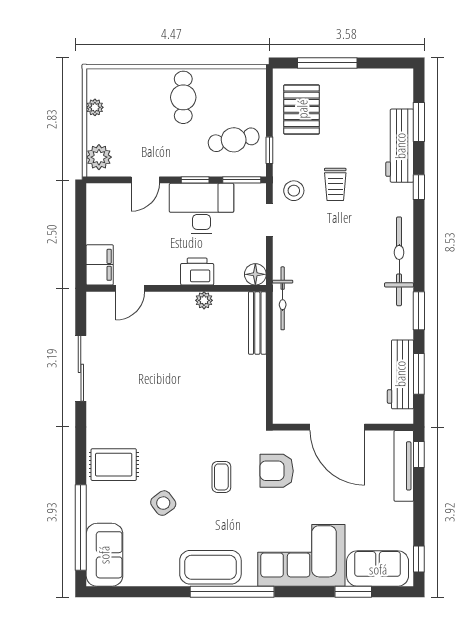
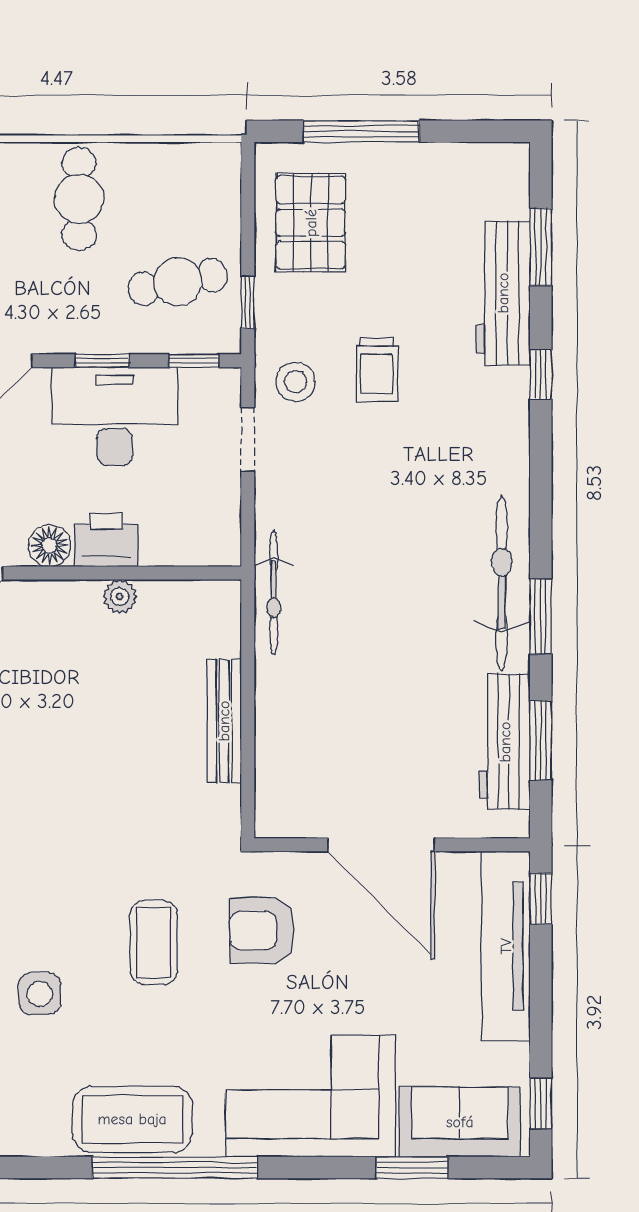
window: (242, 180) -> (194, 361), width x0.67
bicycle: (399, 261) -> (502, 583), moved
floor lamp: (255, 274) -> (50, 546), moved
bench: (257, 323) -> (224, 721), moved
tv unit: (404, 466) -> (506, 946), width x1.36, depth x1.29
coffee table: (221, 477) -> (154, 943), width x1.36, depth x1.30
side table: (163, 503) -> (40, 994), turned 37

